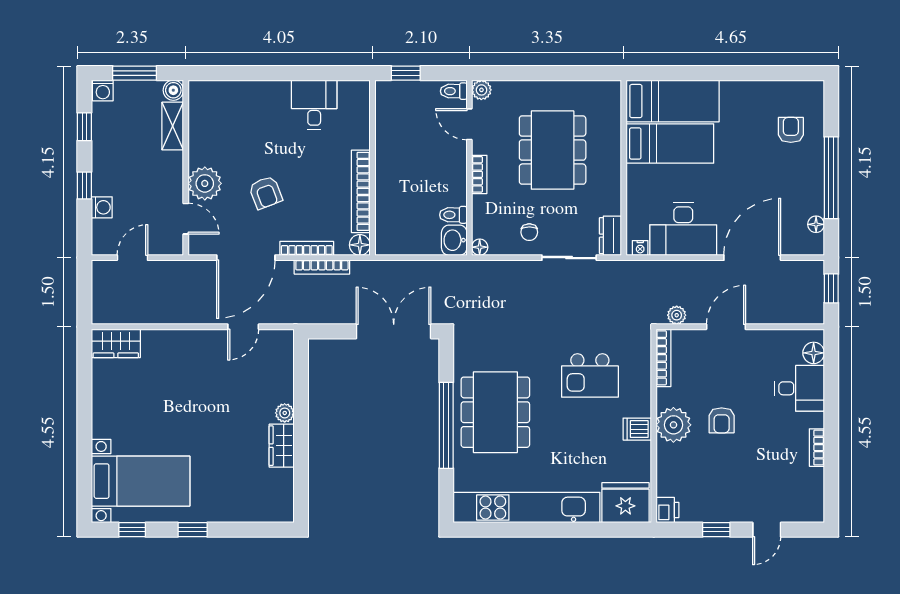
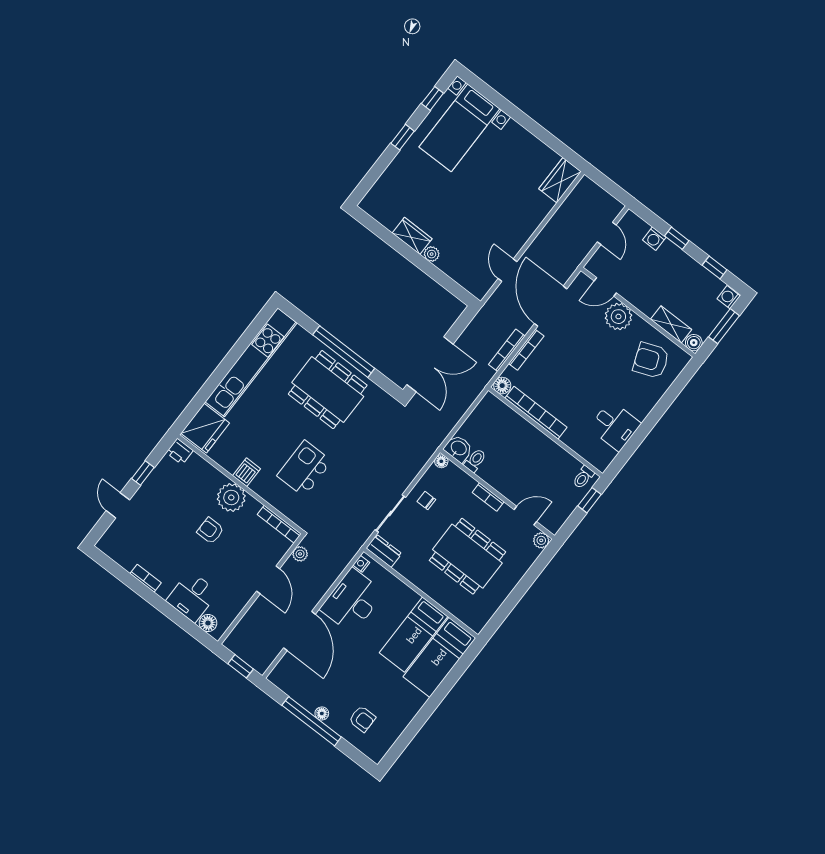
toilet: (454, 91) -> (583, 477), moved, turned 180
armchair: (266, 193) -> (651, 360), moved, width x1.38, depth x1.38
floor lamp: (816, 224) -> (322, 713), moved

